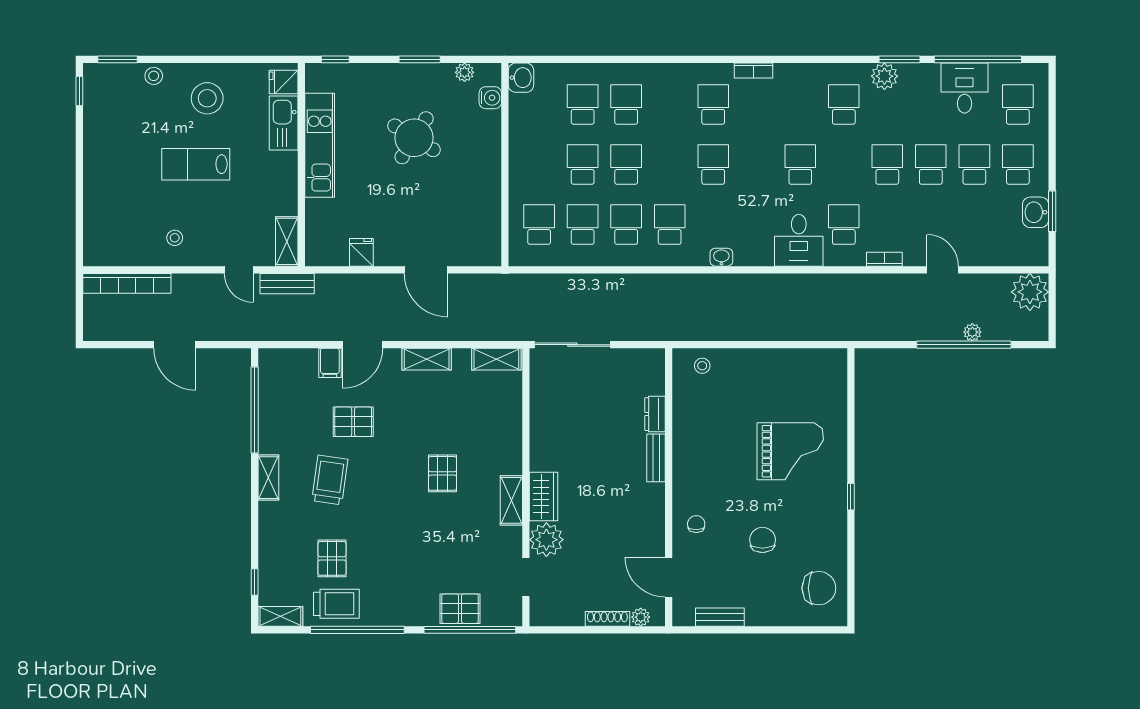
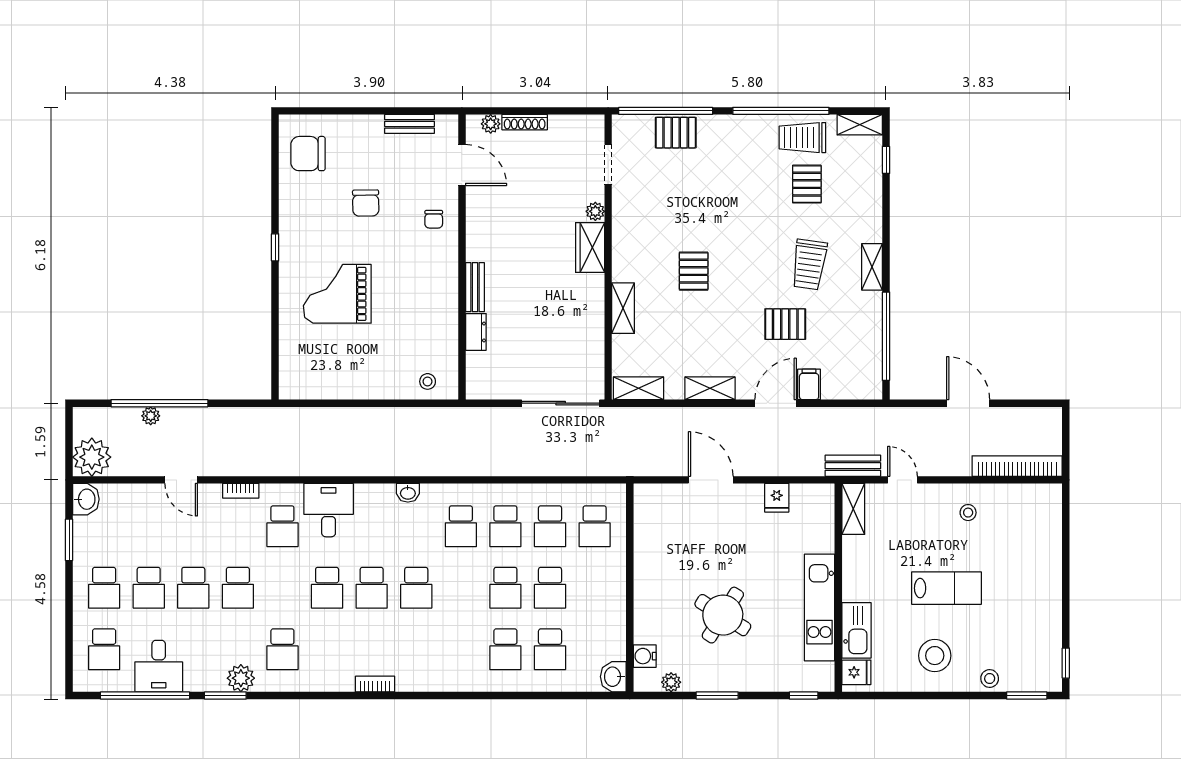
school desk: (713, 104) -> (372, 588), moved
washbasin: (1036, 212) -> (86, 499), moved
shelving: (511, 500) -> (623, 308), moved
plant: (546, 540) -> (595, 211), width x0.53, depth x0.53

